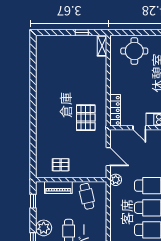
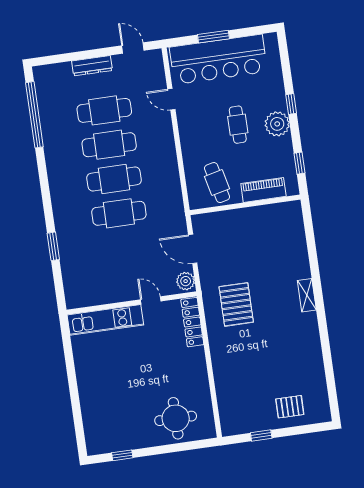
shelving: (102, 46) -> (307, 295), moved
pallet: (61, 165) -> (290, 407), moved
plant: (116, 180) -> (186, 281), moved

